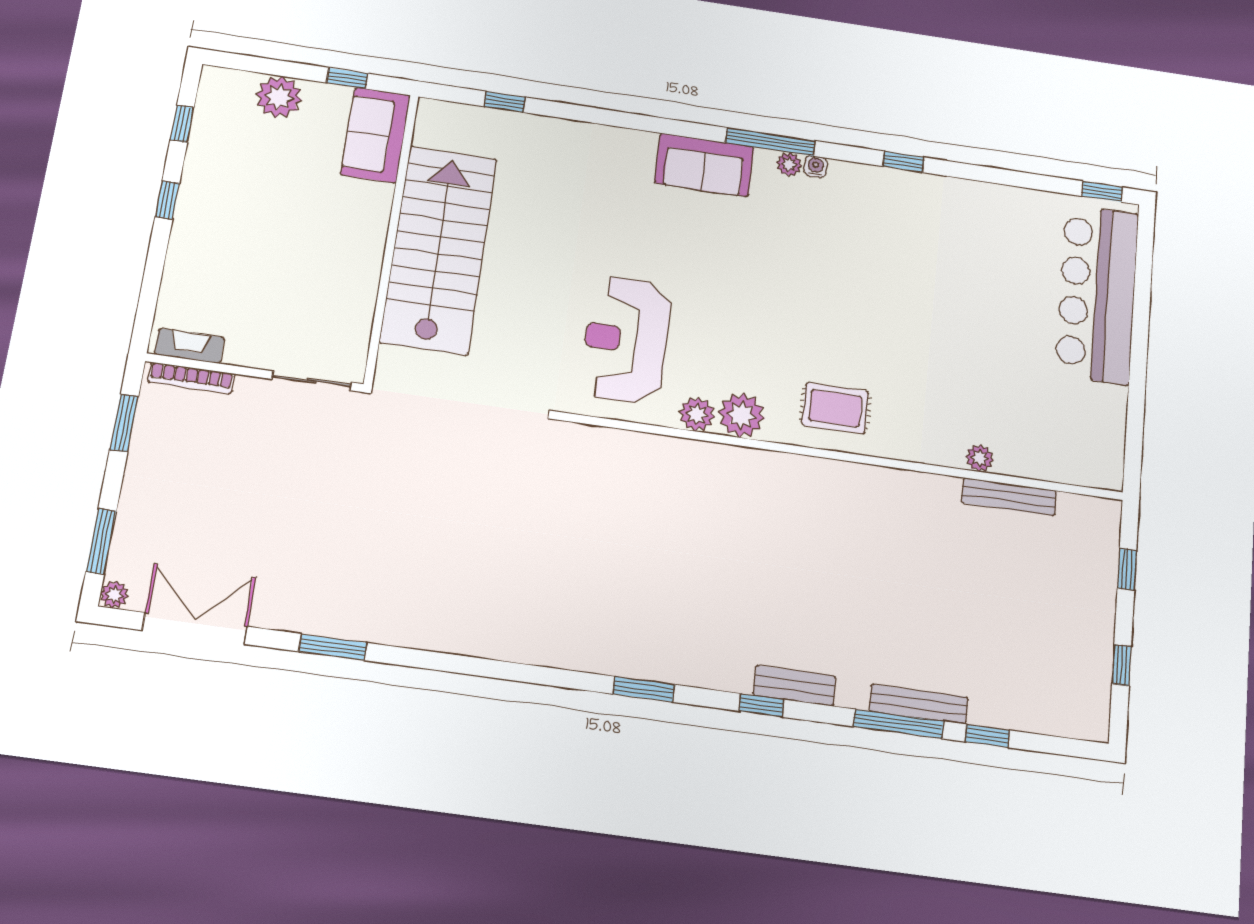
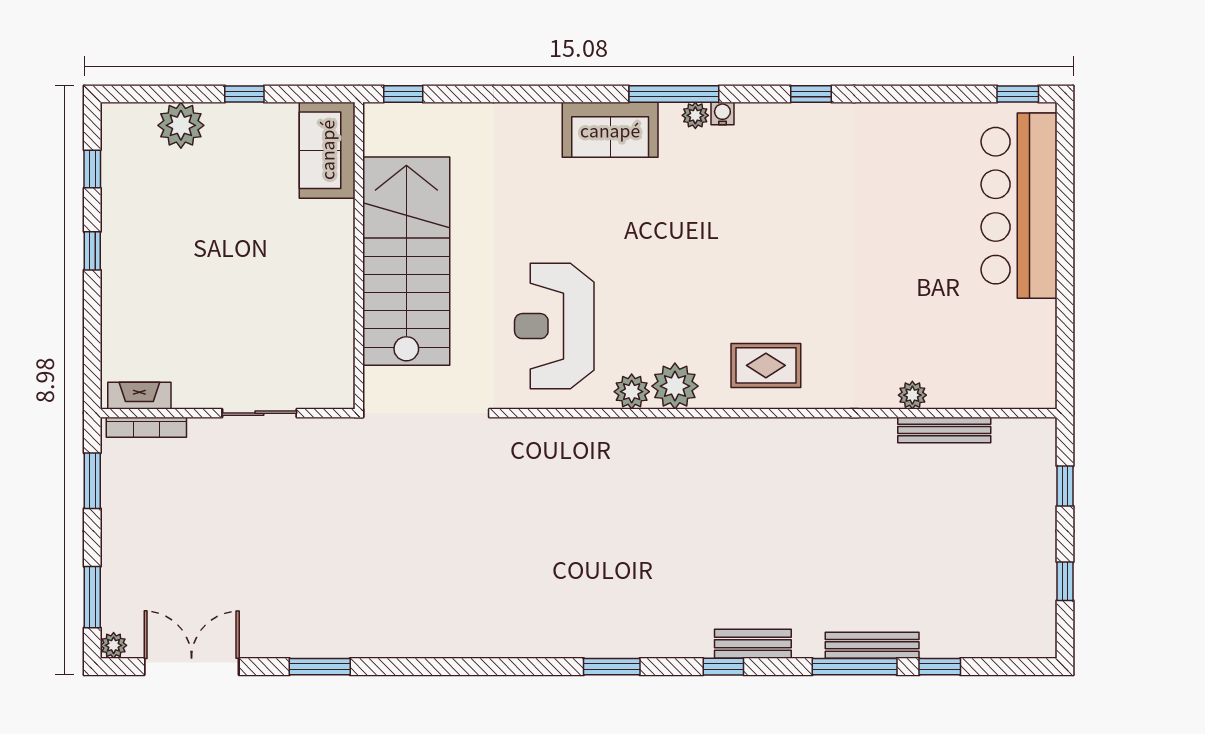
sofa: (376, 135) -> (327, 150), moved
wall: (391, 237) -> (359, 256), moved
stairs: (439, 250) -> (406, 261), moved

